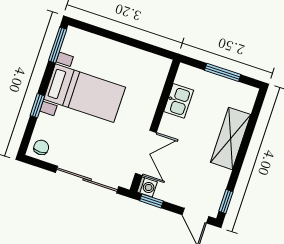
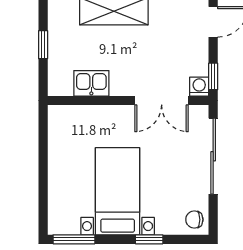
window: (223, 72) -> (43, 45), width x0.67
double door: (146, 153) -> (162, 100), swing flipped

